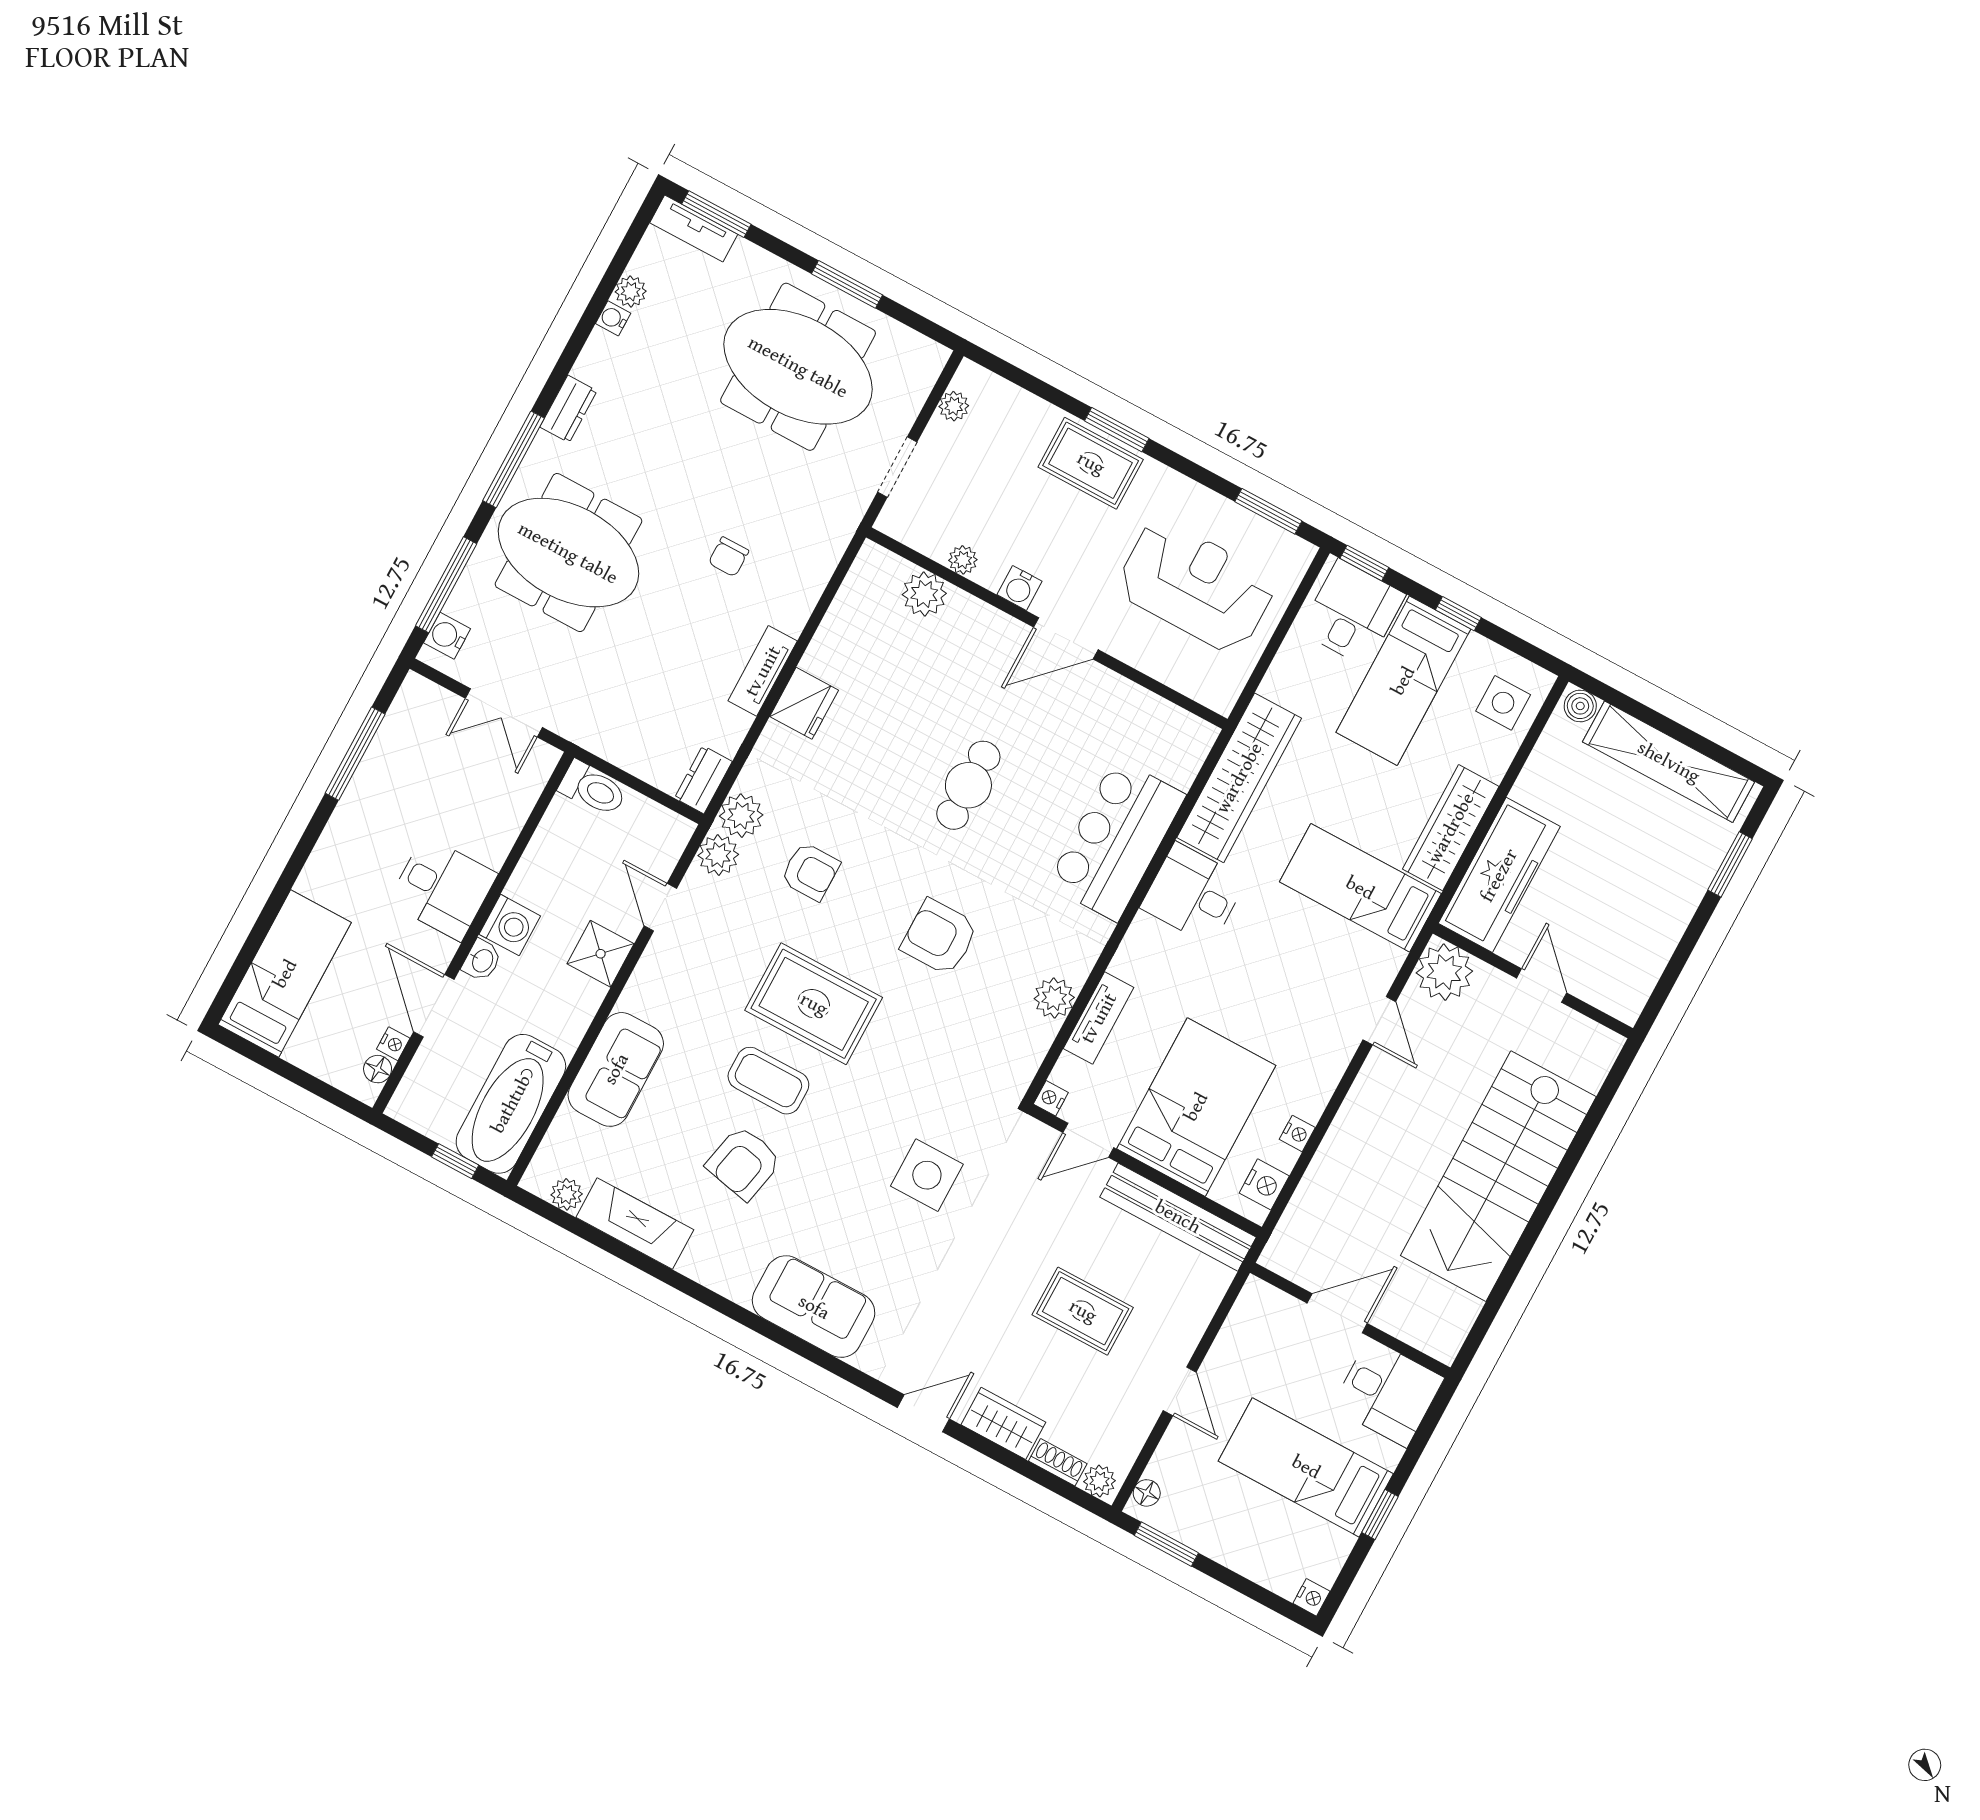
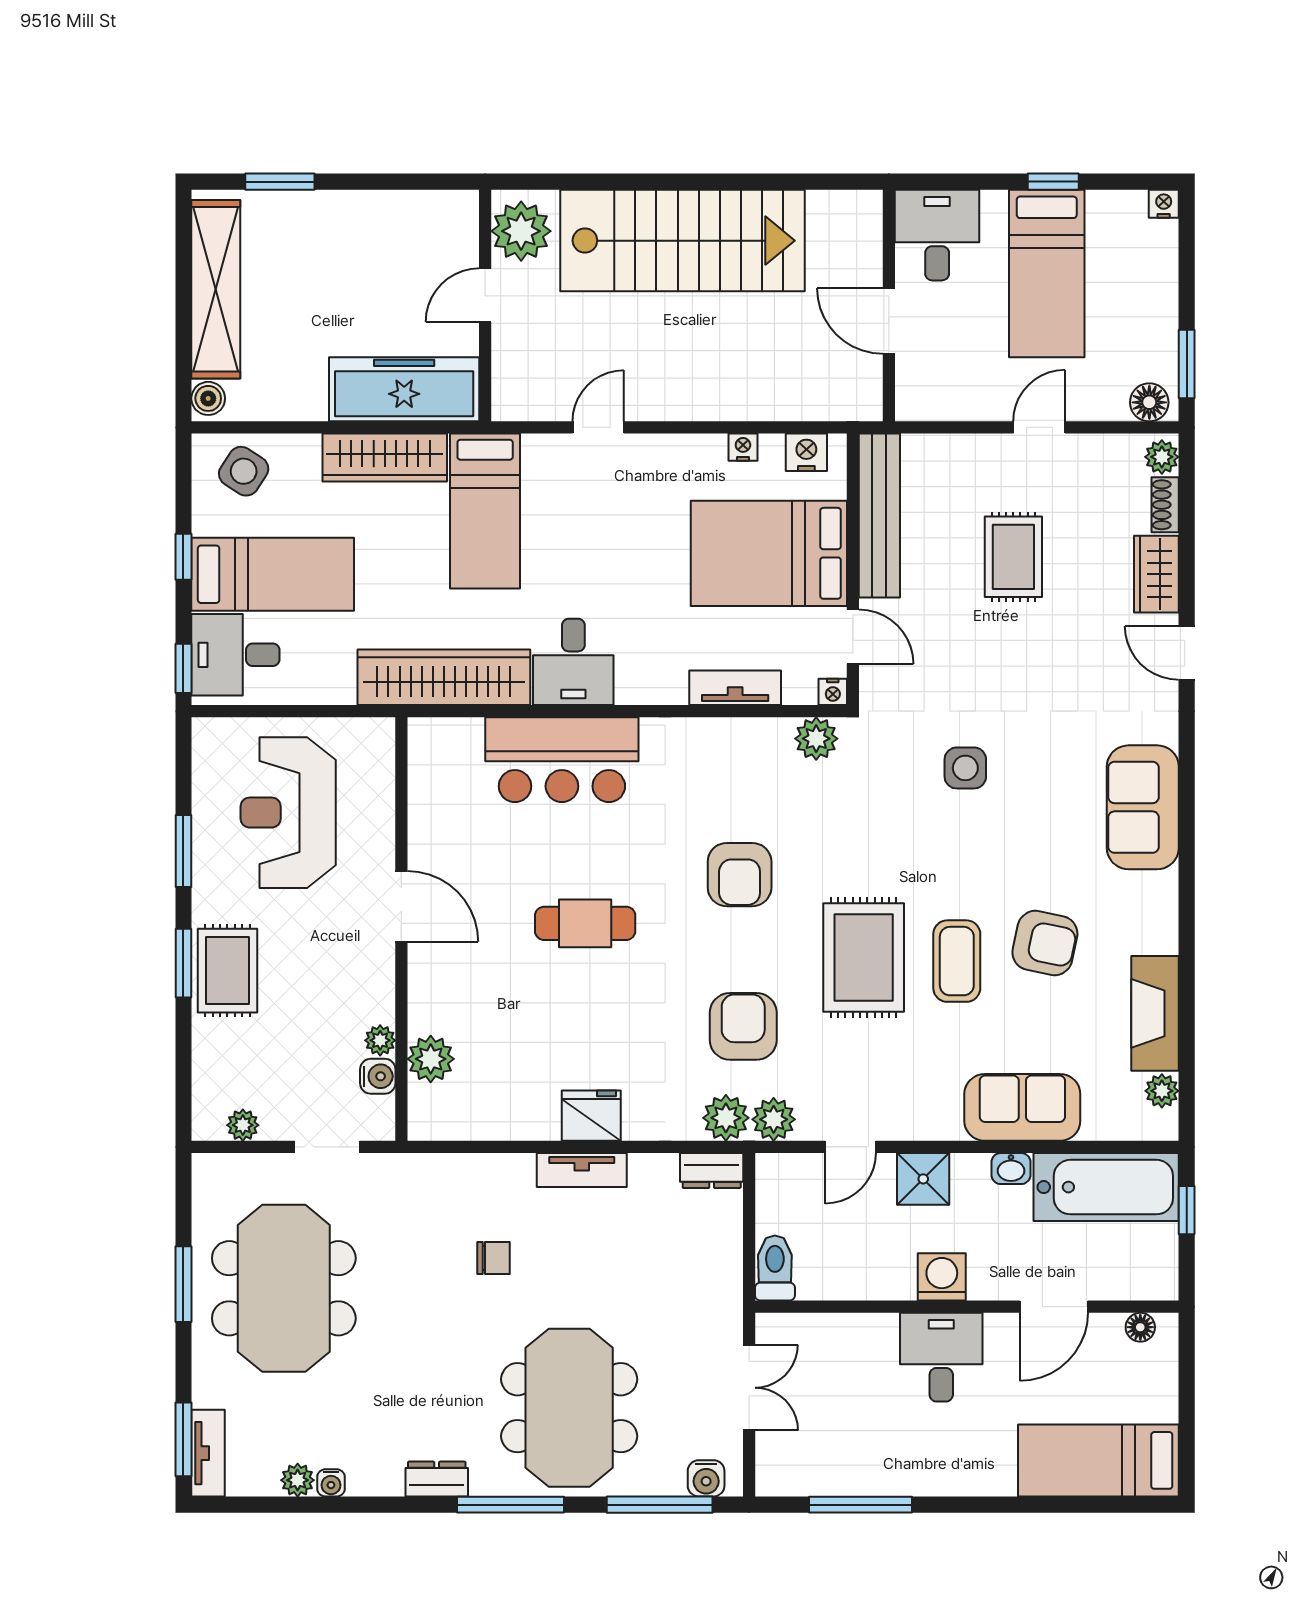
window: (1268, 511) -> (183, 851), moved
water cooler: (1020, 588) -> (378, 1076), moved
side table: (1503, 703) -> (244, 471), turned 33
armchair: (810, 871) -> (743, 1026), width x1.38, depth x1.38
washbasin: (482, 960) -> (1011, 1169), moved, turned 180
plant: (1444, 972) -> (521, 231), moved
plant: (1054, 998) -> (816, 739), moved
nightstand: (393, 1044) -> (1109, 1325), removed
side table: (927, 1175) -> (965, 768), width x0.73, depth x0.73
floor lamp: (1147, 1493) -> (1149, 402), width x1.37, depth x1.37

